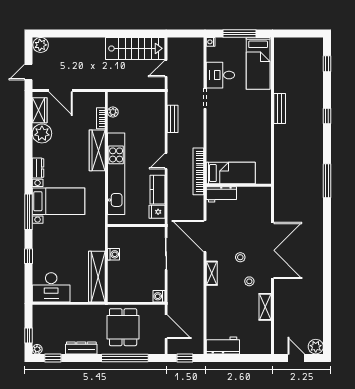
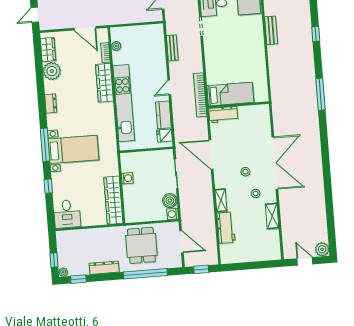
door: (61, 91) -> (85, 28), moved
bed with nightstands: (59, 201) -> (74, 149), moved
shelving: (212, 273) -> (221, 200), moved
boiler: (157, 282) -> (170, 201), added
desk: (51, 287) -> (67, 214), width x0.73
workbench: (223, 346) -> (226, 228), moved, turned 90

